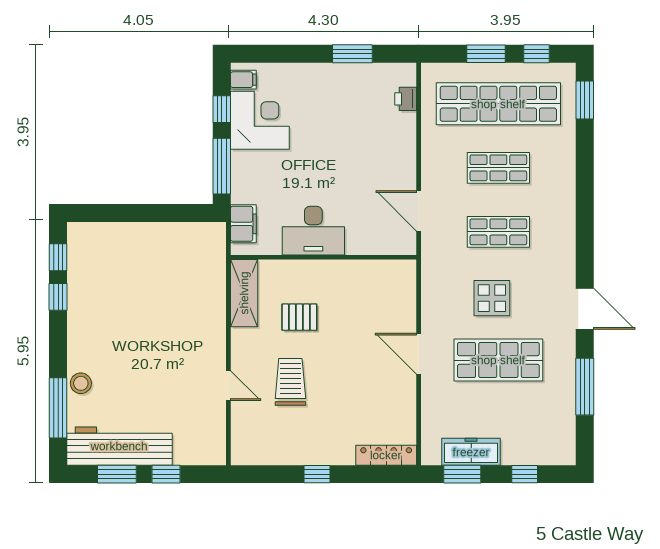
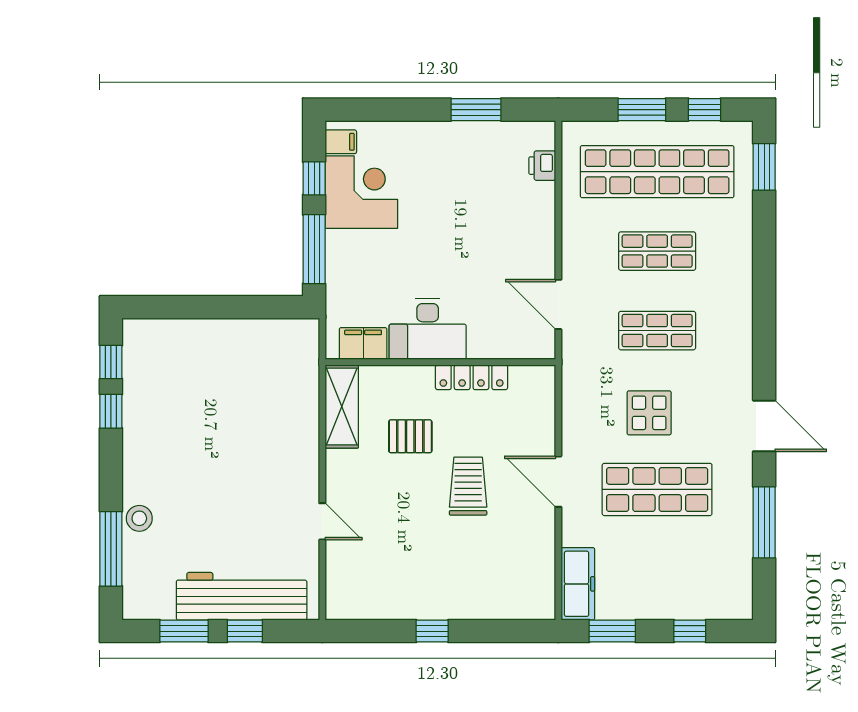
filing cabinet: (243, 224) -> (363, 343), moved, turned -90
trolley: (290, 382) -> (468, 486), moved
workbench: (119, 446) -> (242, 596), moved
freezer: (471, 452) -> (578, 584), moved, turned 90
locker: (386, 455) -> (472, 377), moved, turned 180

